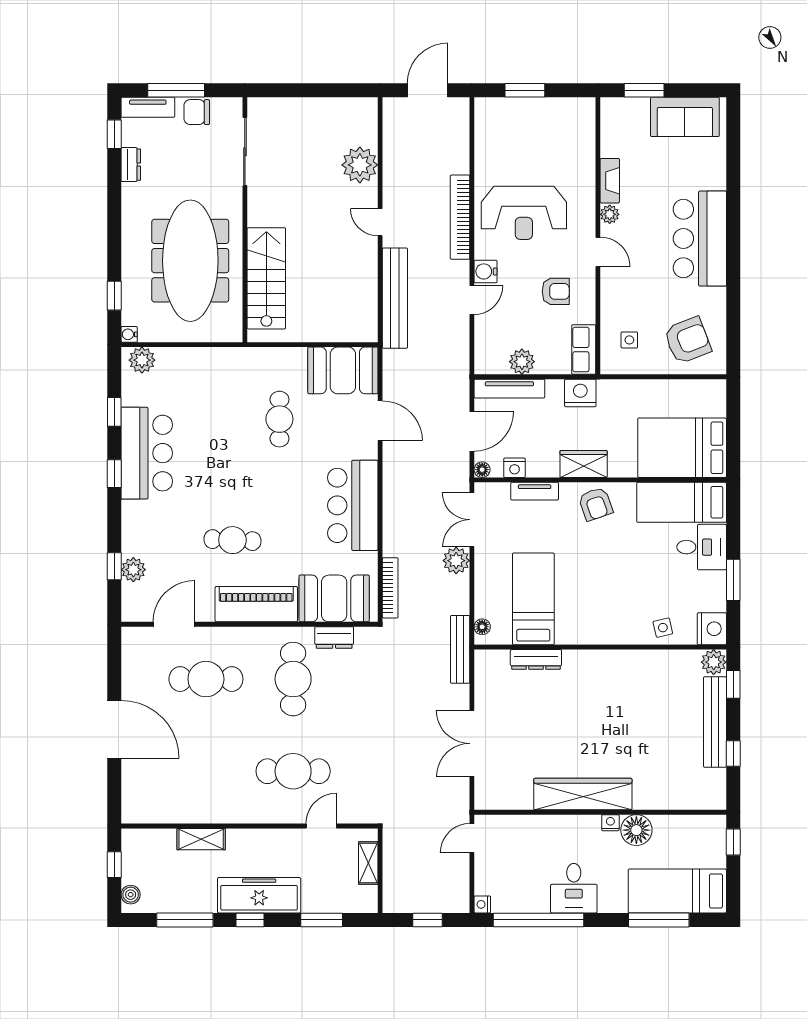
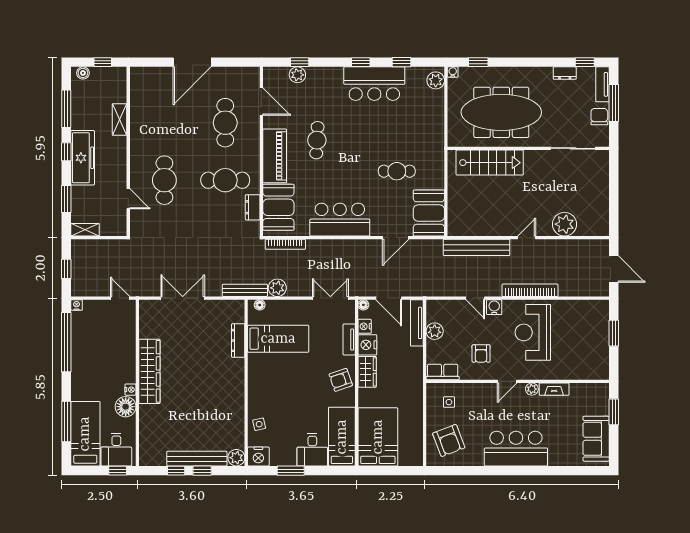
nightstand: (580, 393) -> (367, 345), moved, turned 180
plant: (456, 561) -> (277, 288), moved
window: (733, 684) -> (202, 471), moved
shelving: (368, 863) -> (85, 230), moved
desk: (574, 888) -> (116, 450), moved, turned -90

